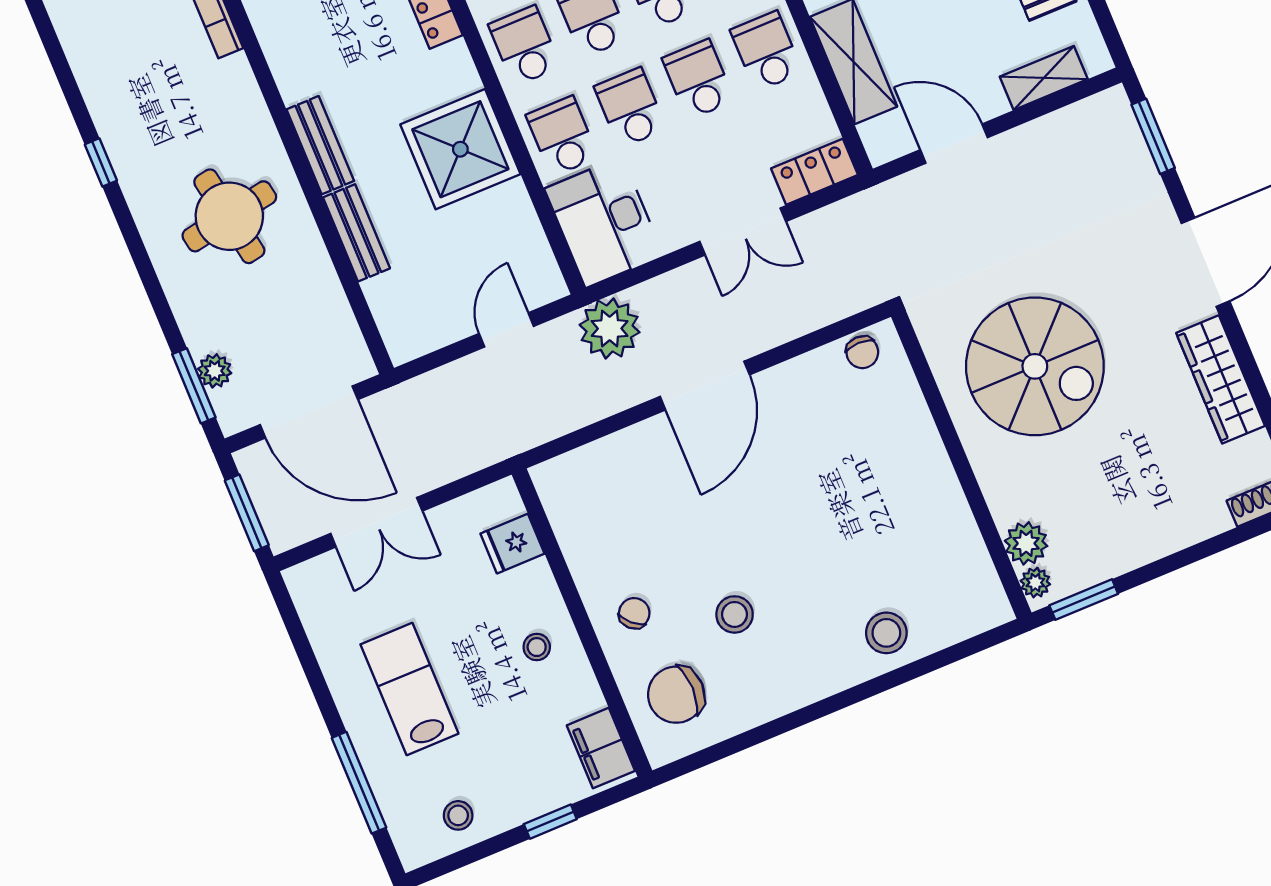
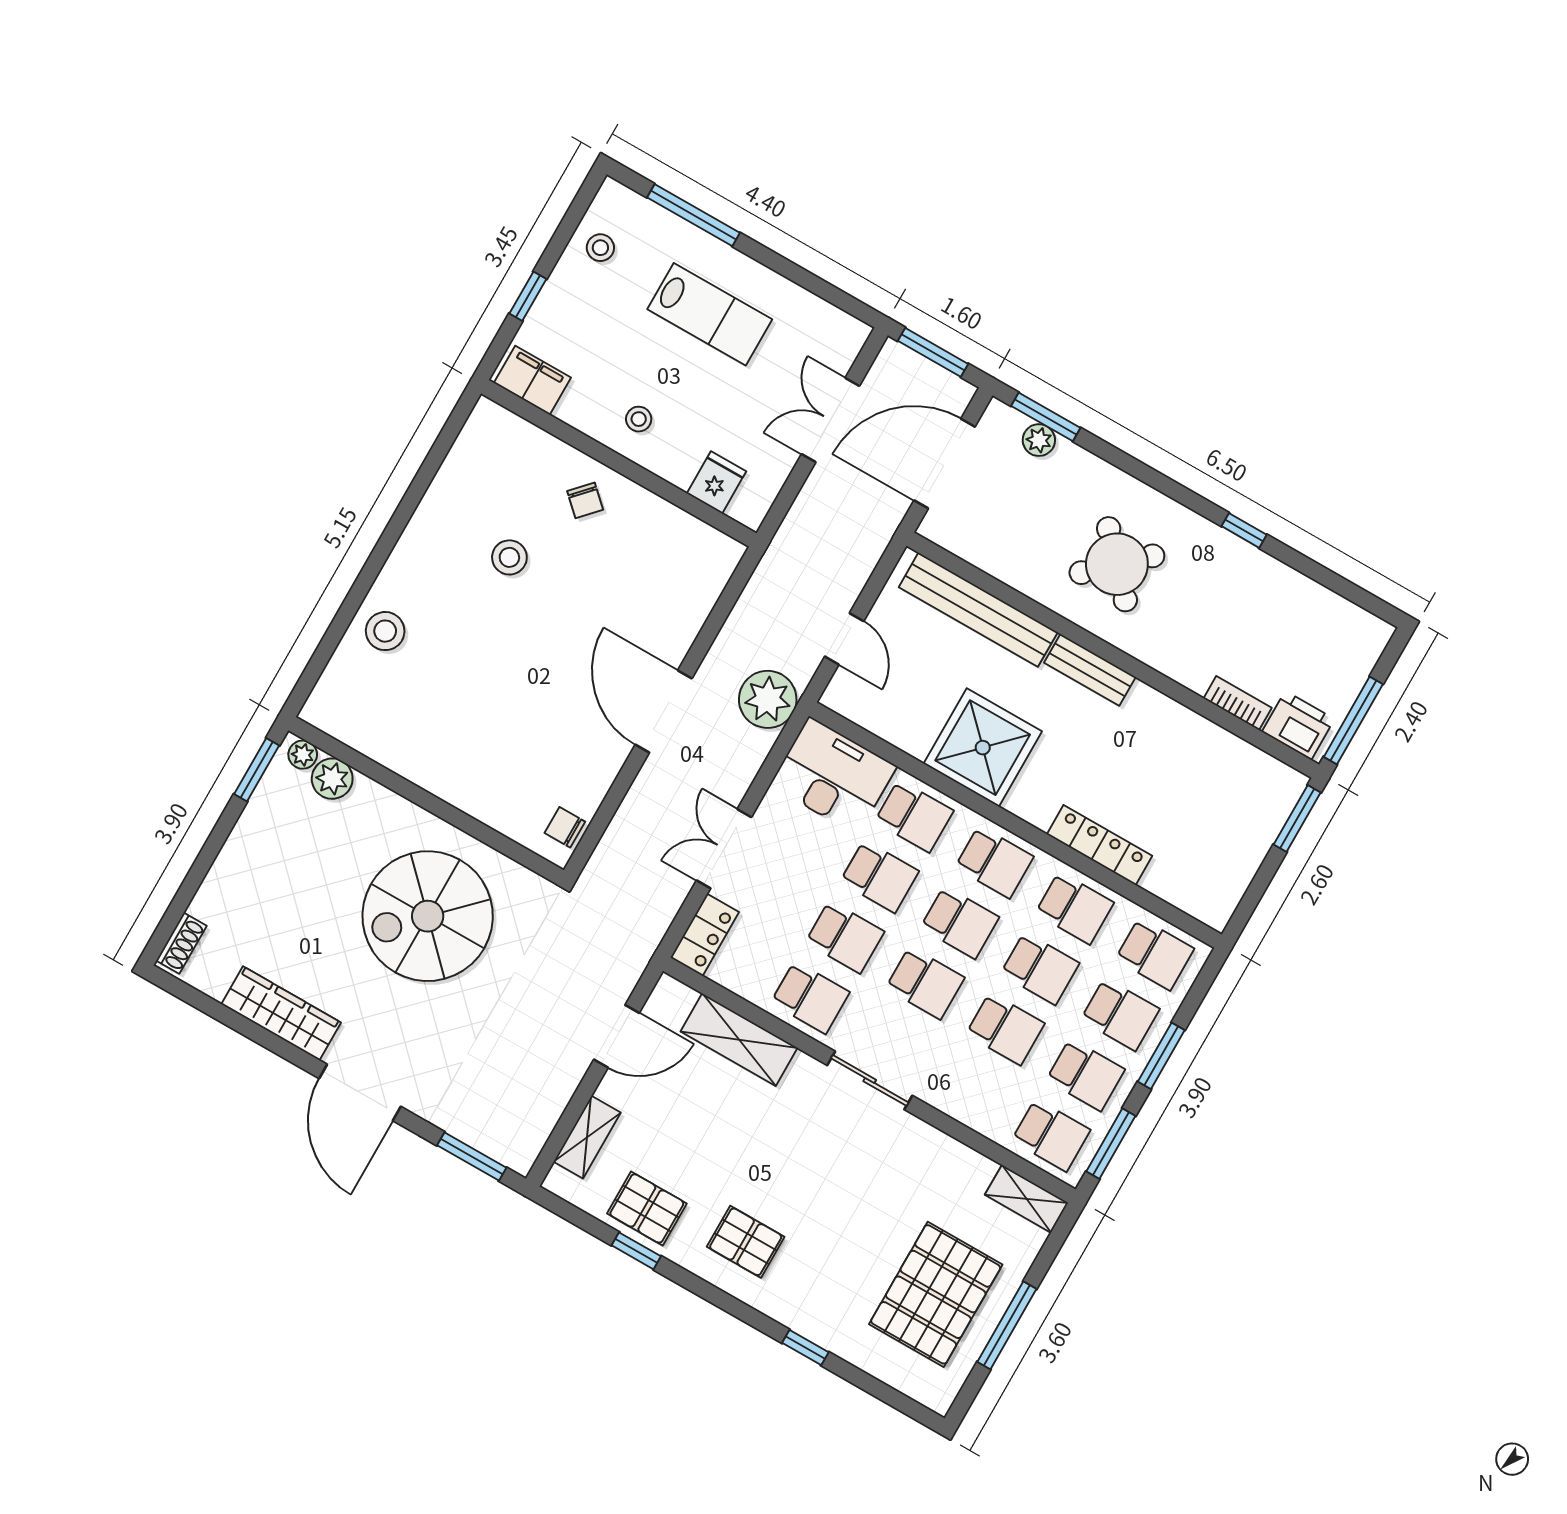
round table: (229, 216) -> (1117, 564), turned -33
bench: (356, 233) -> (978, 610), width x1.86, depth x1.21
chair: (676, 695) -> (507, 464), removed

